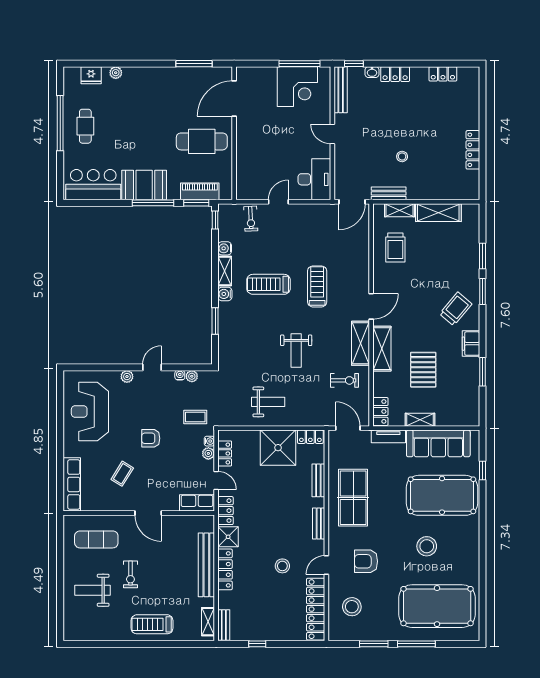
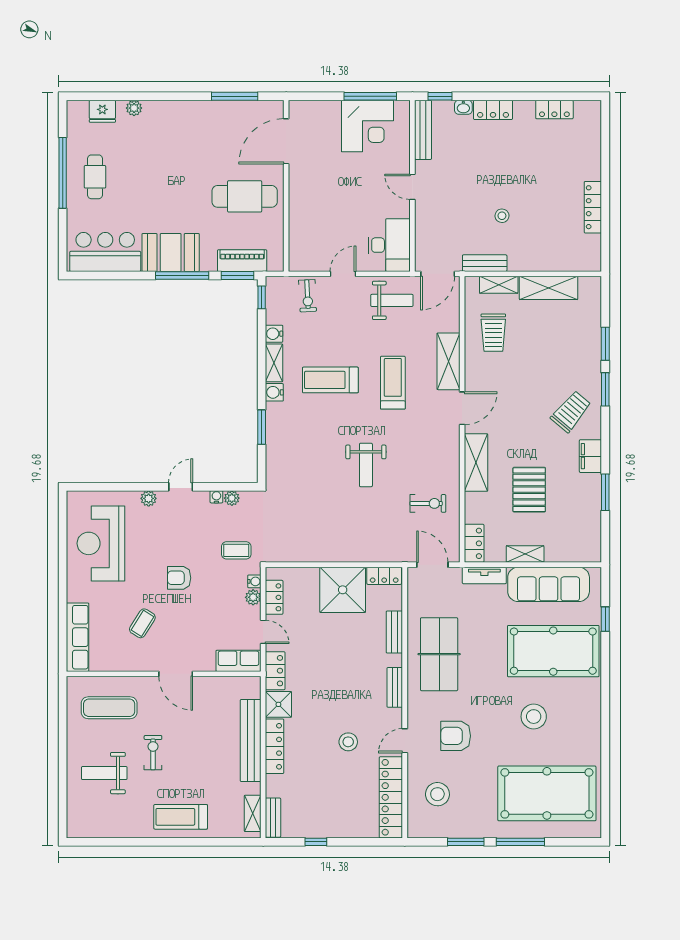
shelving: (360, 343) -> (449, 361), moved
weight bench: (268, 402) -> (392, 300), moved
exercise bike: (130, 574) -> (153, 753), turned 180

